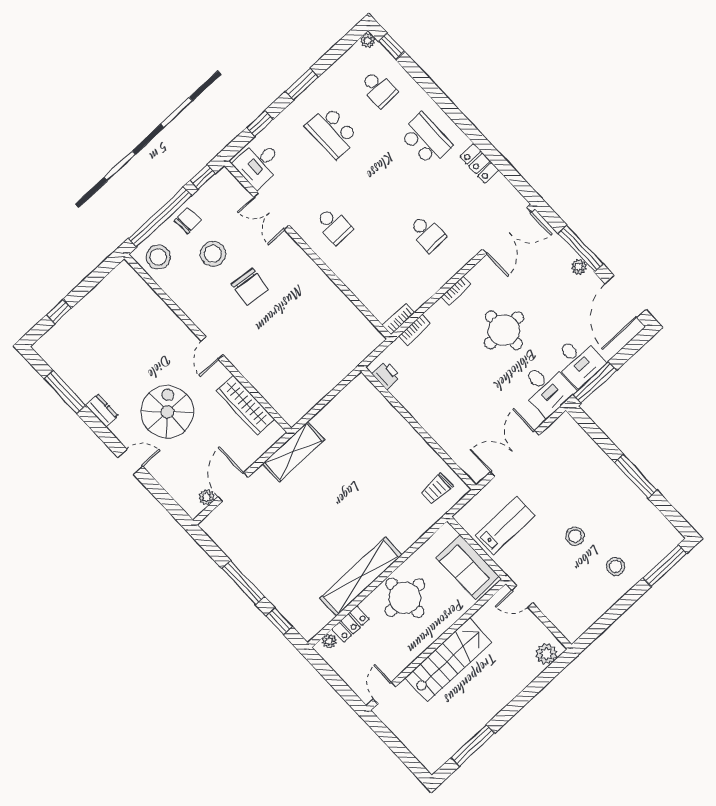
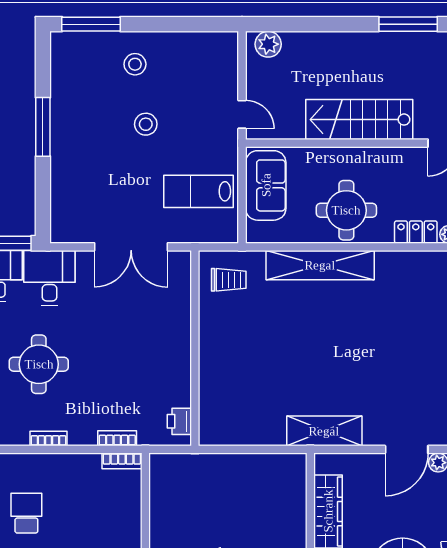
shelving: (361, 577) -> (320, 265), moved

